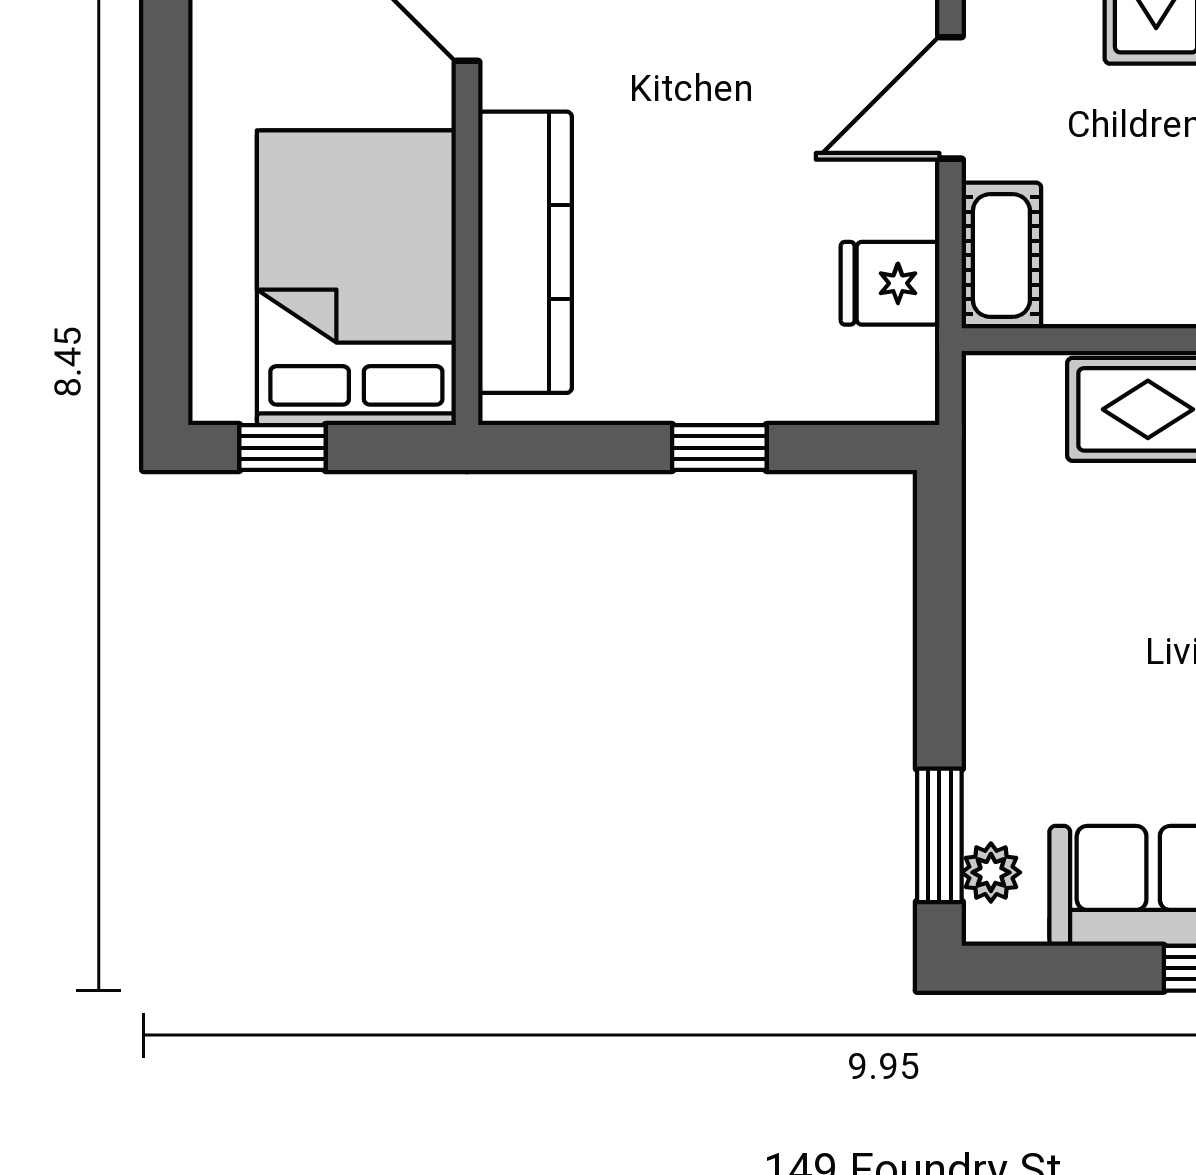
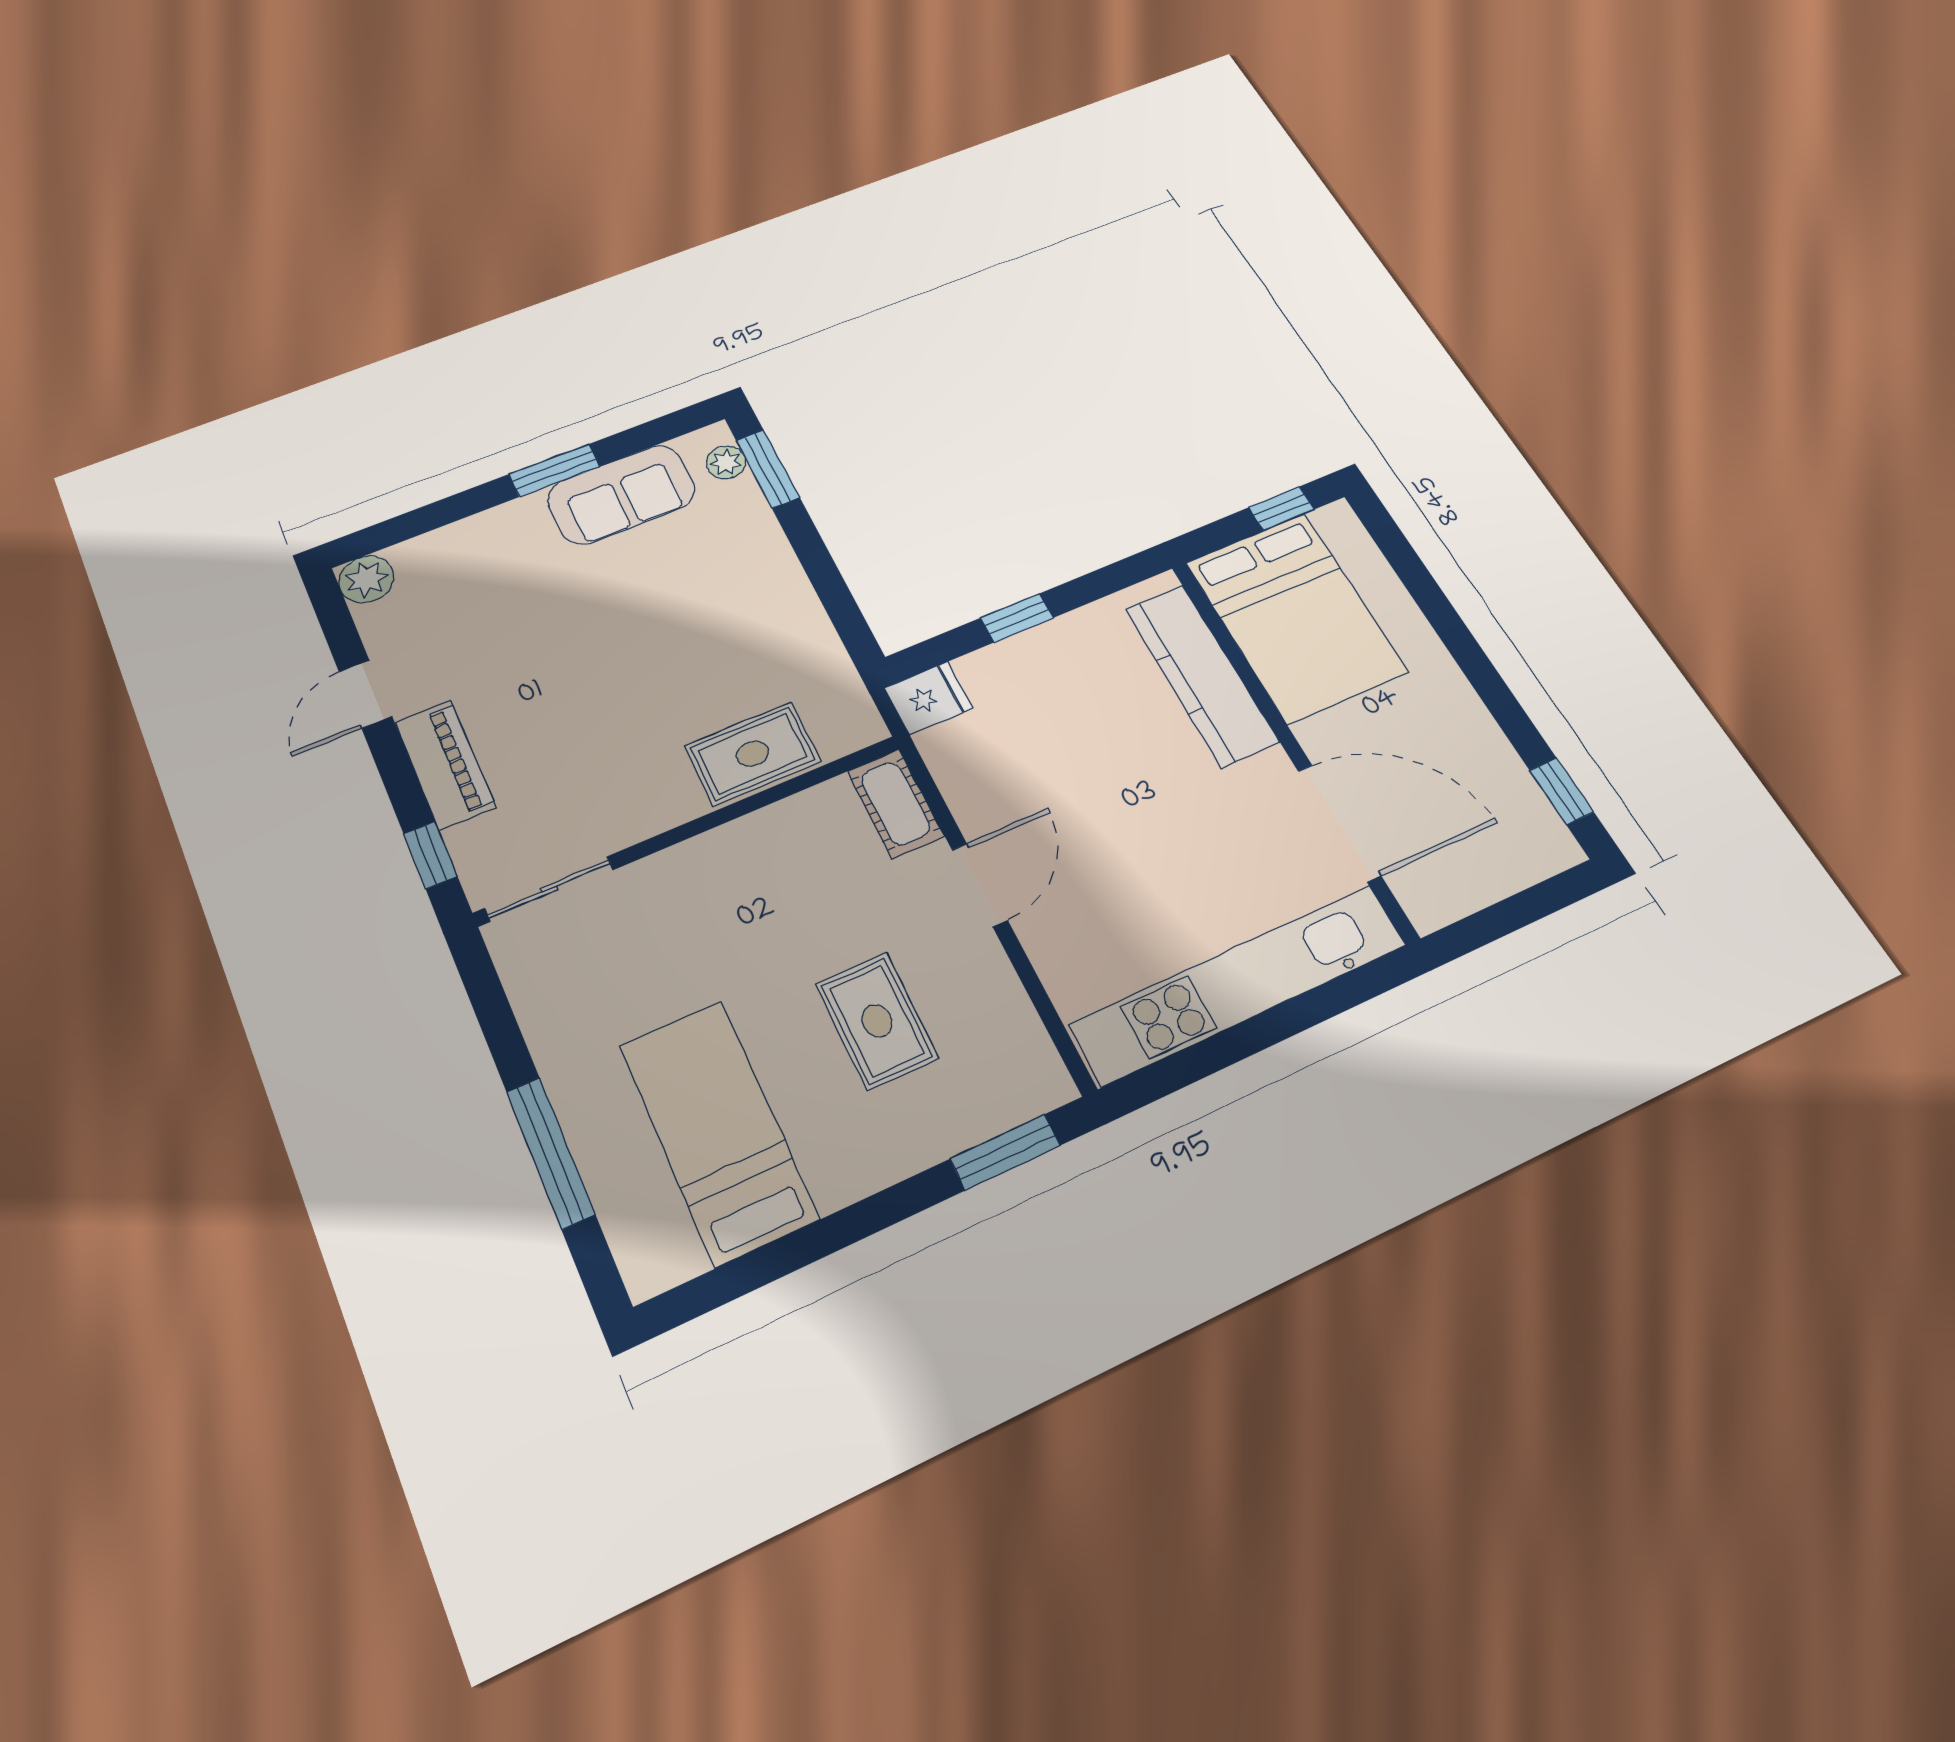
fridge: (890, 283) -> (928, 698), moved

